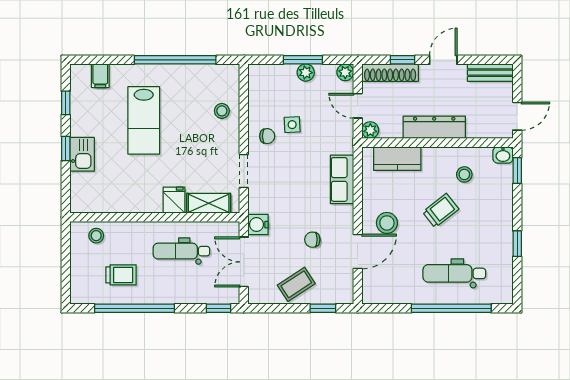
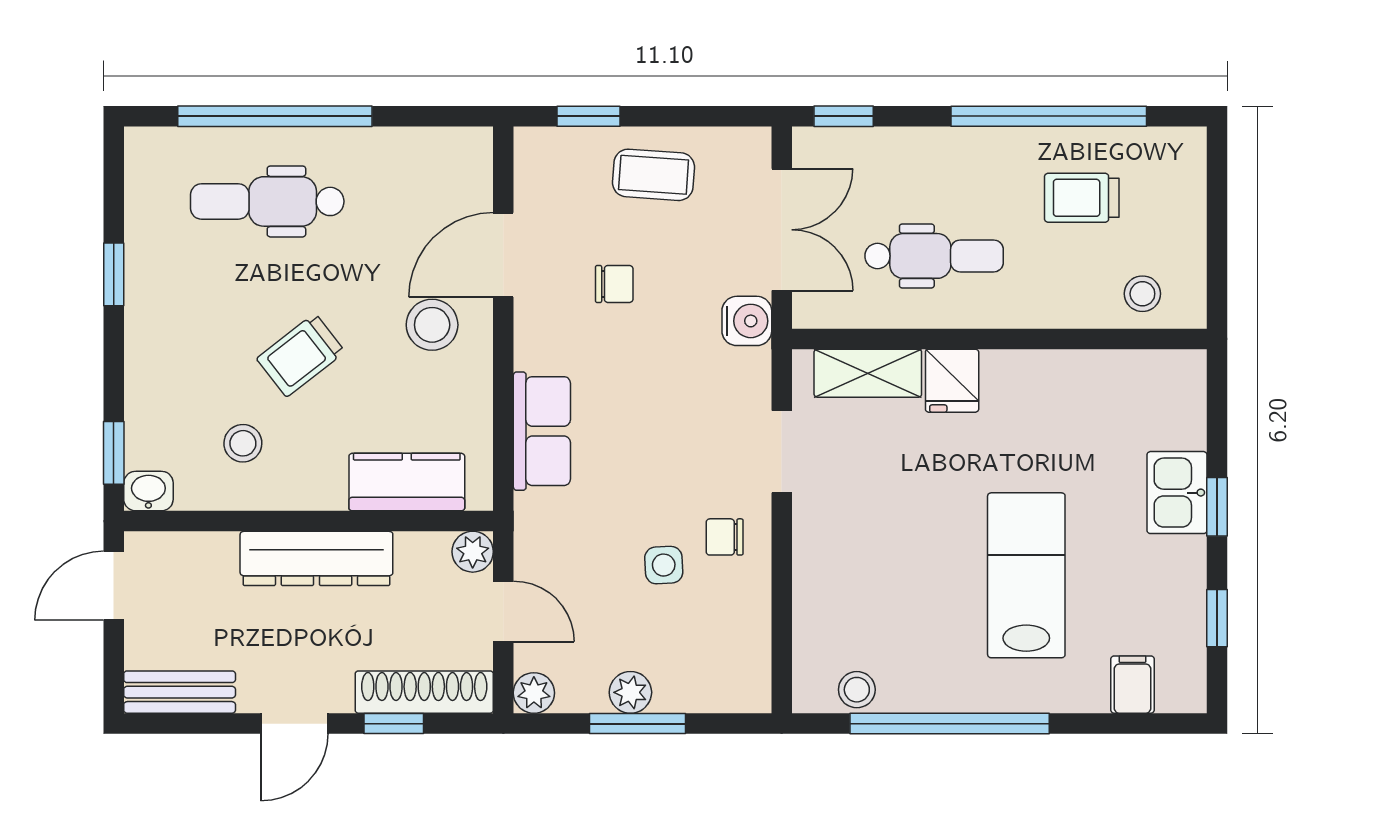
stool: (222, 111) -> (857, 690), moved
dental chair: (454, 273) -> (267, 201), turned 180
coffee table: (296, 284) -> (654, 175), turned 37

